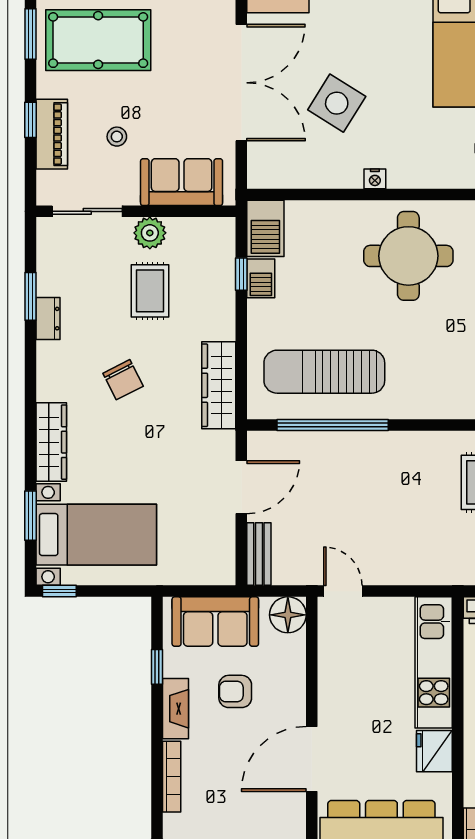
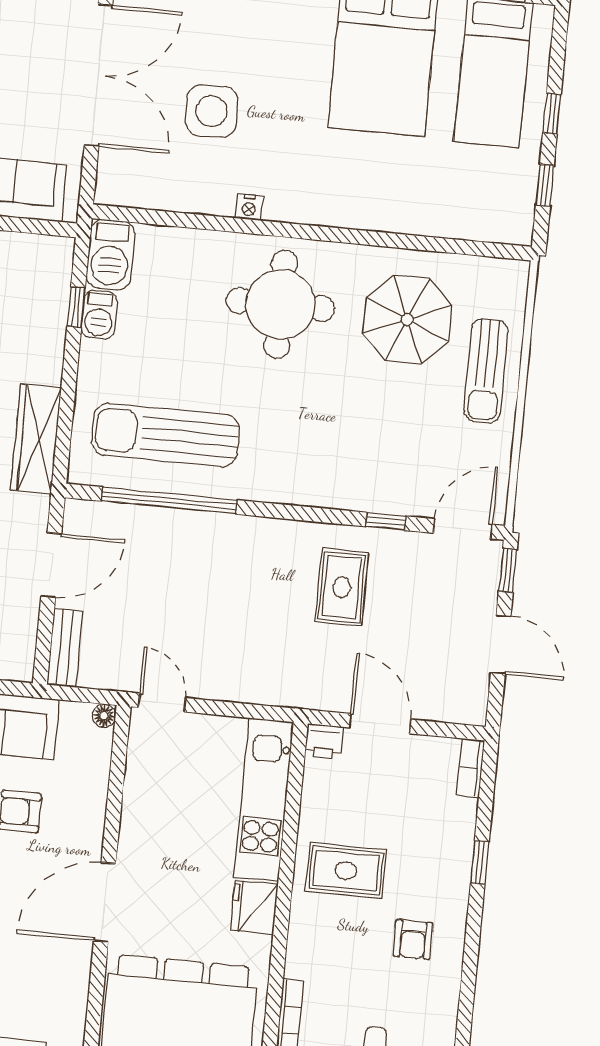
side table: (337, 103) -> (212, 111), turned -34
floor lamp: (288, 615) -> (104, 716), width x0.53, depth x0.53

